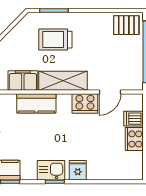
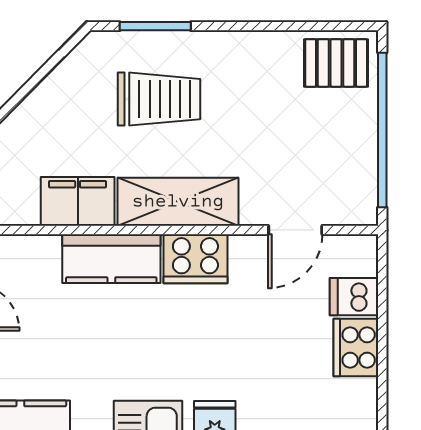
trolley: (55, 40) -> (159, 99), turned 180
cooker: (85, 103) -> (195, 259), moved

